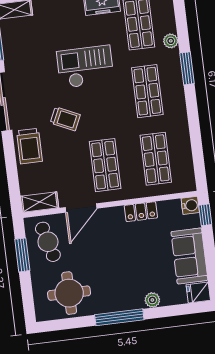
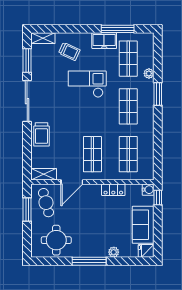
trolley: (65, 119) -> (69, 51), moved

